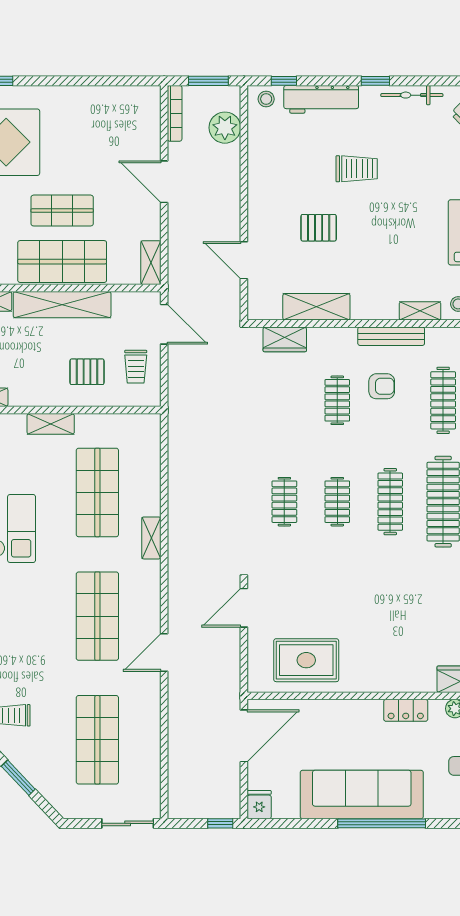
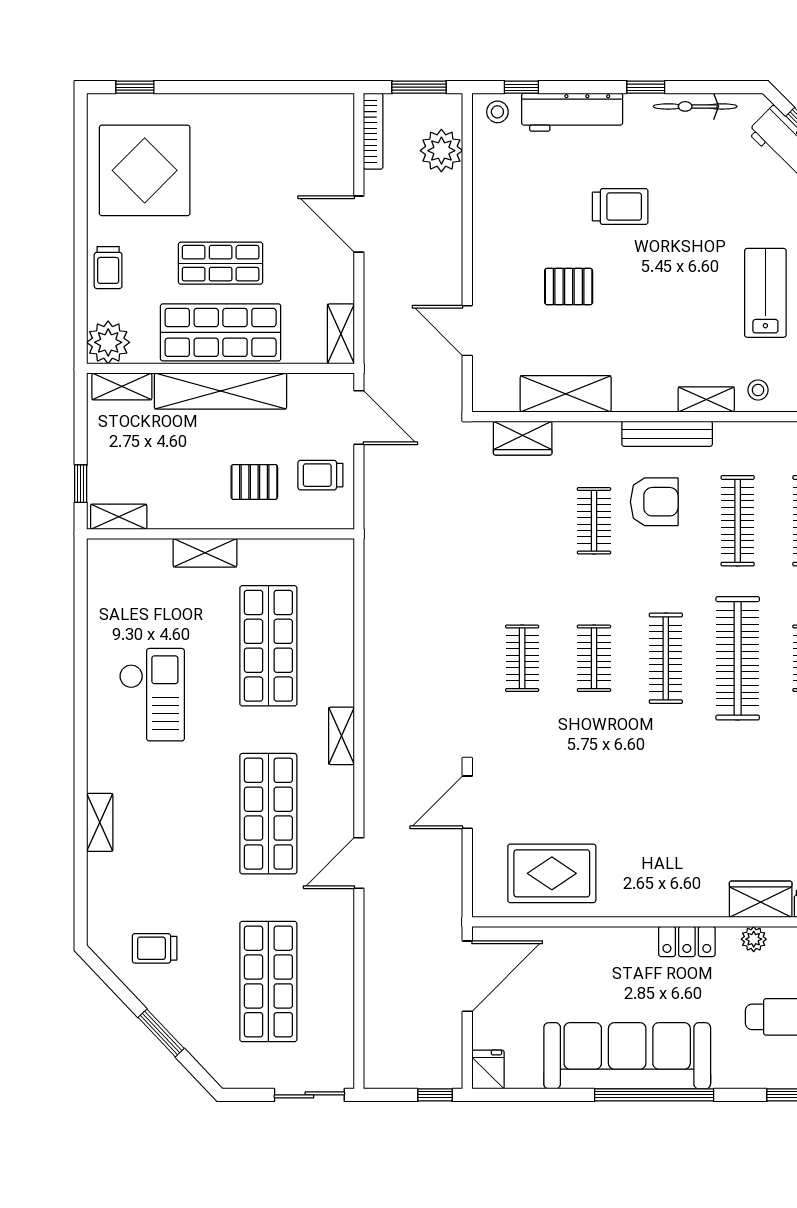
trolley: (136, 367) -> (320, 475), turned 90
armchair: (382, 386) -> (654, 502), width x1.38, depth x1.38
shelving: (151, 538) -> (342, 736), moved

